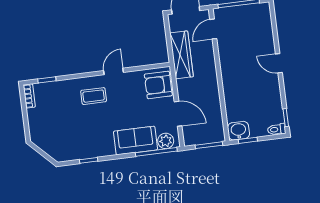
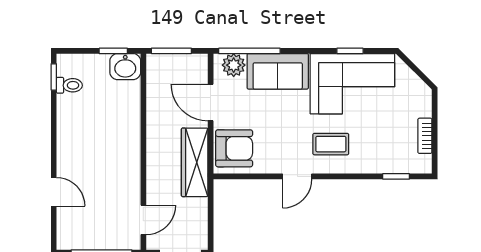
wardrobe: (181, 55) -> (195, 162), moved
door: (279, 63) -> (54, 192), moved
bookcase: (29, 96) -> (425, 136), moved
toilet: (277, 129) -> (69, 85), moved
corner sofa: (84, 139) -> (352, 84), added

